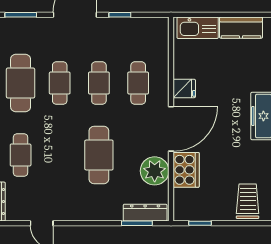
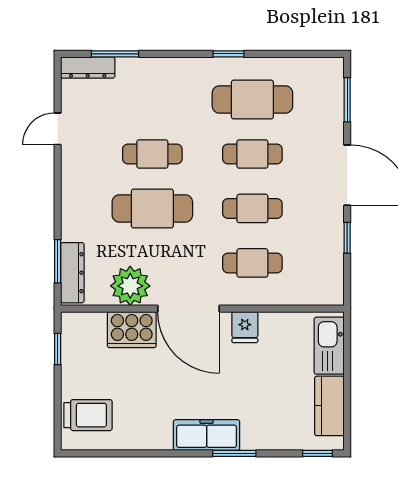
cafe table: (21, 155) -> (152, 154), moved

